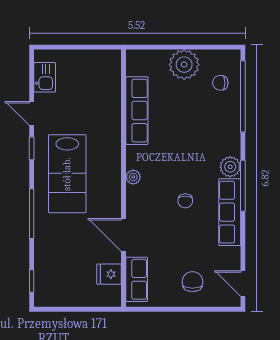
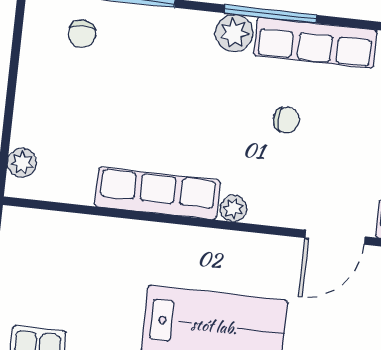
plant: (184, 65) -> (22, 163), moved, width x0.53, depth x0.53
row of seats: (137, 111) -> (157, 193), moved

